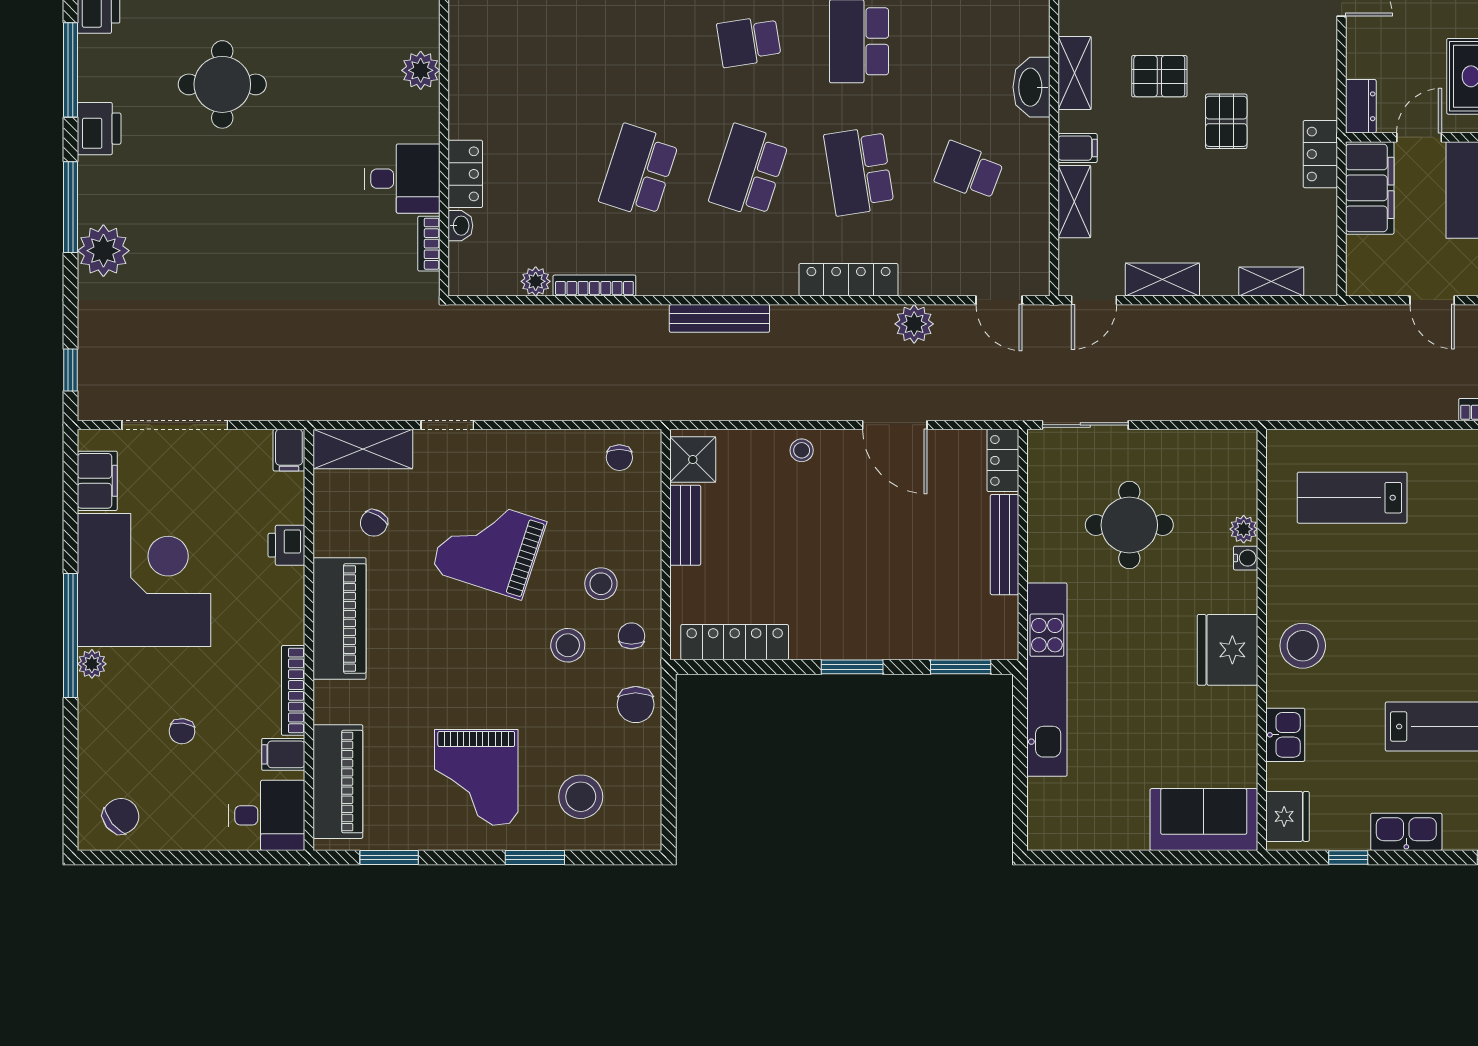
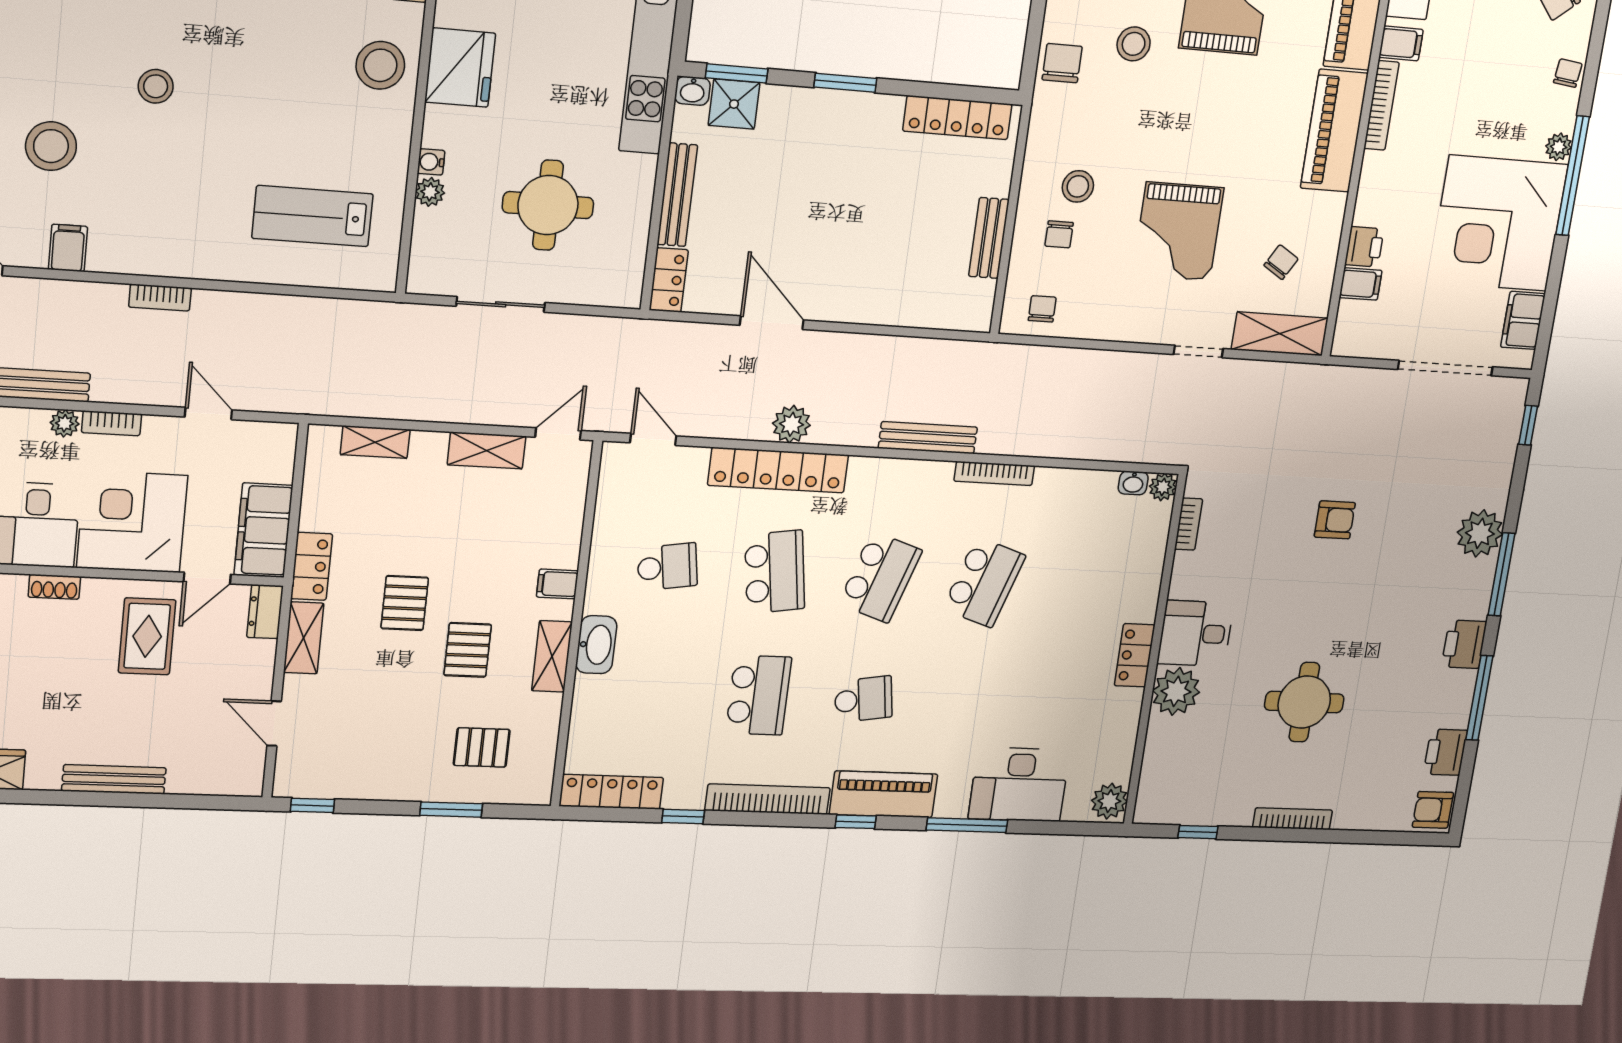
plant: (421, 70) -> (1176, 691), width x1.36, depth x1.36
pallet: (1159, 76) -> (468, 650), turned 90
round table: (222, 84) -> (1304, 702), moved
school desk: (969, 171) -> (667, 567), turned -30
locker: (465, 174) -> (1135, 655), moved
desk: (402, 179) -> (1195, 633), moved
shelving: (1074, 202) -> (304, 638), moved
washbasin: (460, 226) -> (1133, 483), moved, turned -90
armchair: (269, 257) -> (1335, 520), added
locker: (848, 280) -> (778, 470), width x1.41, depth x1.21
plant: (536, 281) -> (1163, 487), moved
bookcase: (594, 286) -> (994, 473), moved
plant: (914, 324) -> (792, 424), moved
sliding door: (1085, 425) -> (501, 304), moved
filing cabinet: (289, 450) -> (1361, 284), moved, turned 90
stool: (802, 450) -> (866, 304), removed
shower: (693, 460) -> (734, 104), moved
lab bench: (1352, 498) -> (313, 216), turned 180
grand piano: (489, 546) -> (1178, 231), turned 72
piano: (340, 619) -> (1334, 131), moved
chair: (631, 636) -> (1059, 234), moved
stool: (568, 645) -> (1134, 44), moved
washbasin: (1002, 646) -> (692, 91), added
chair: (182, 731) -> (1568, 73), moved

